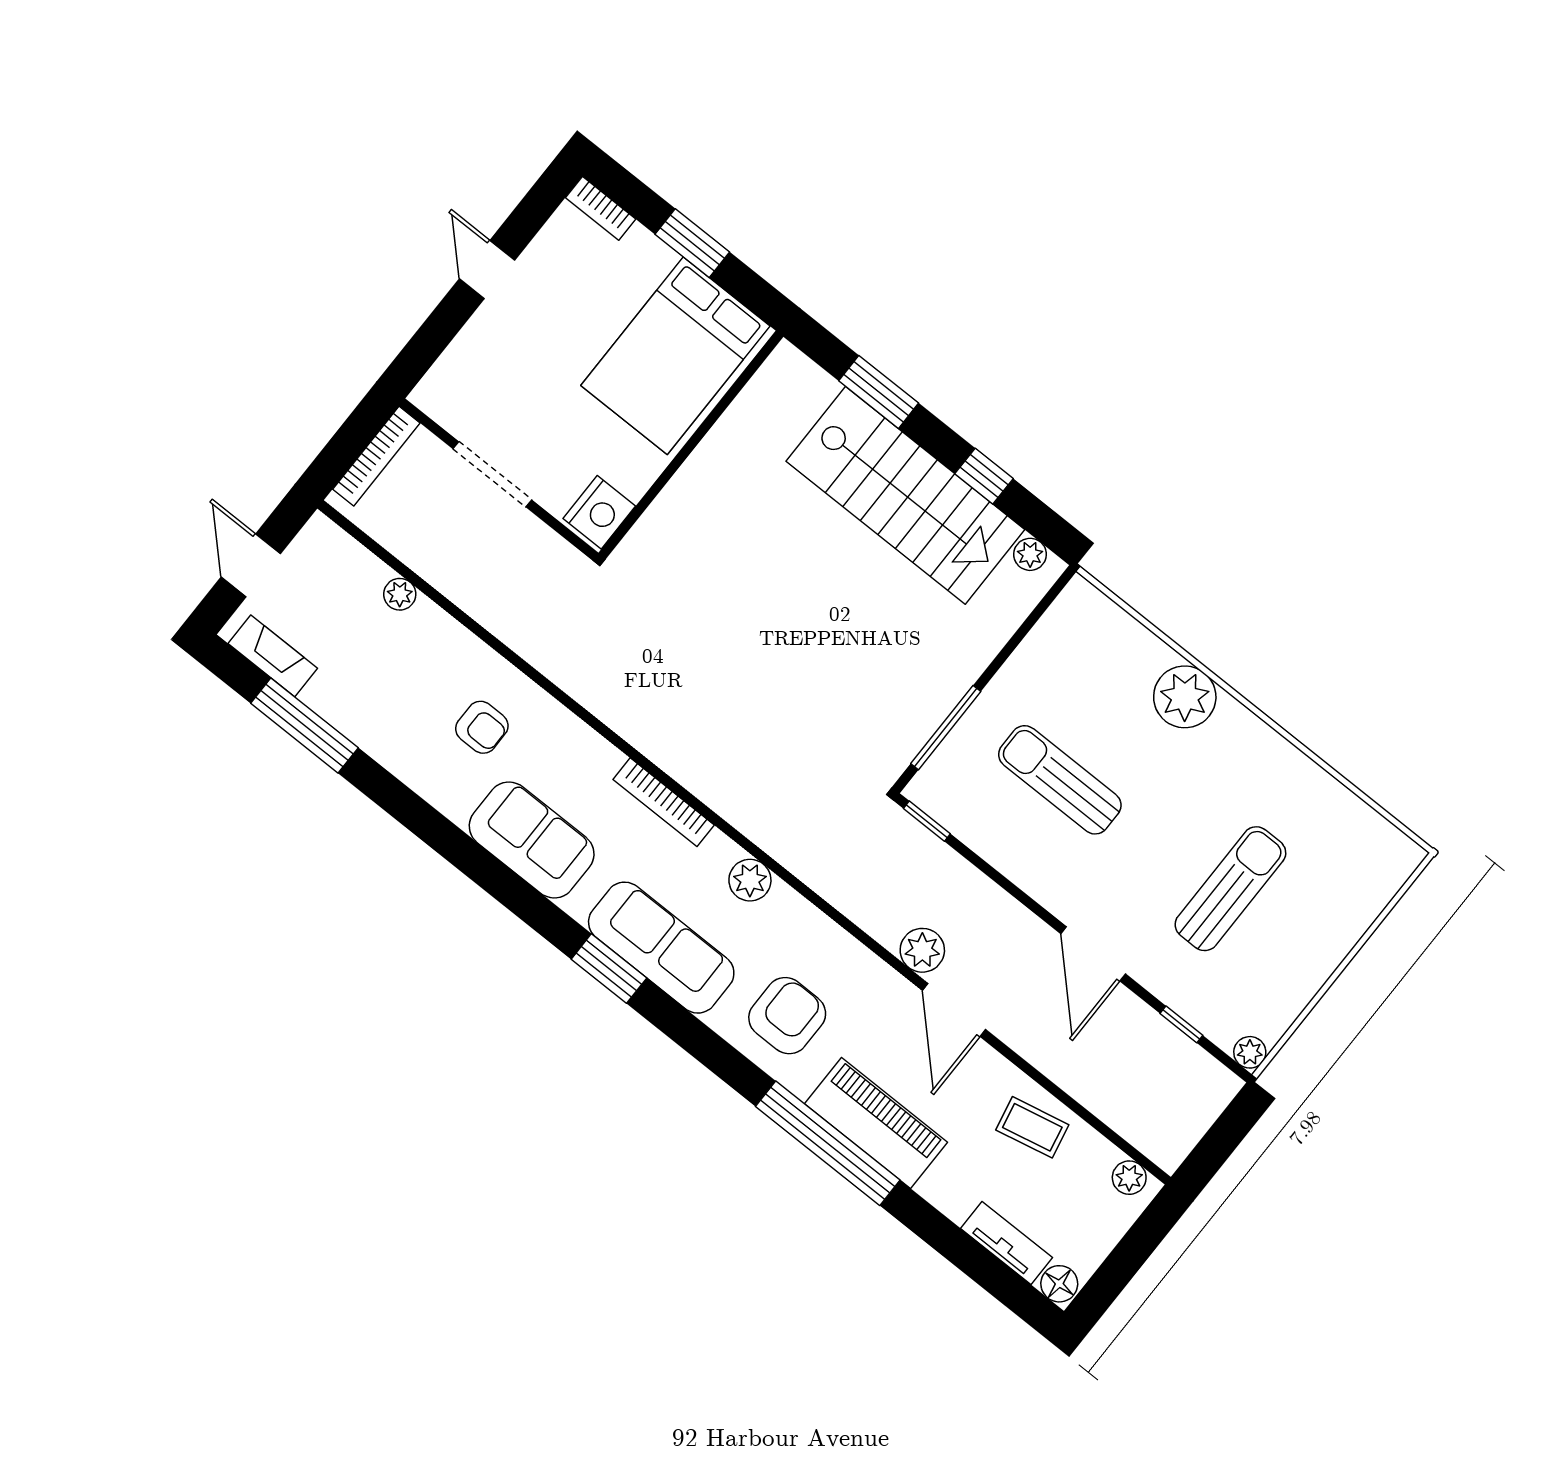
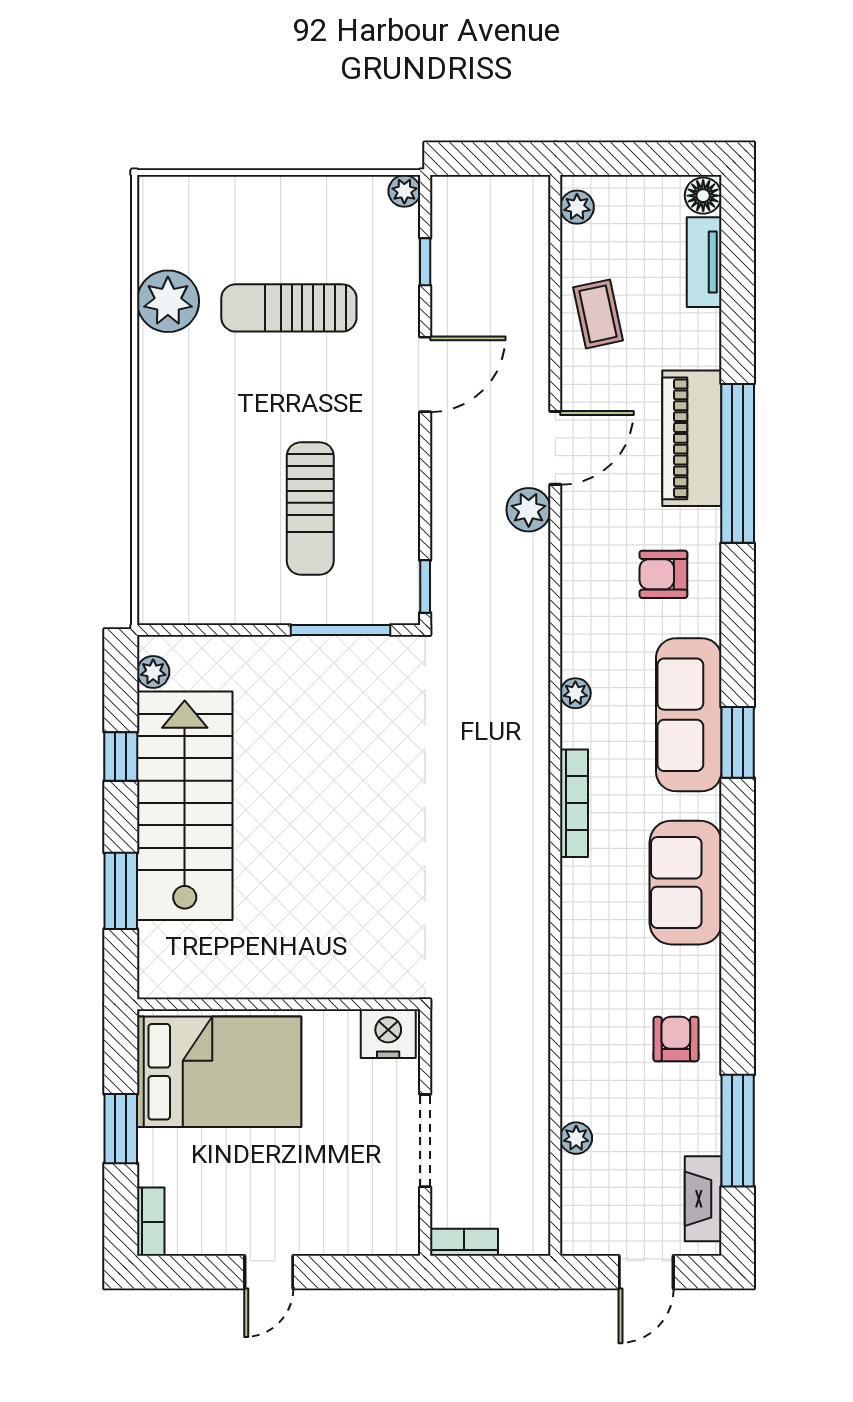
bookcase: (376, 456) -> (464, 1242), width x0.64
plant: (1185, 697) -> (168, 301), moved
armchair: (482, 727) -> (676, 1039), moved
plant: (750, 880) -> (575, 693), width x0.73, depth x0.73
armchair: (787, 1016) -> (663, 574), width x0.72, depth x0.72

